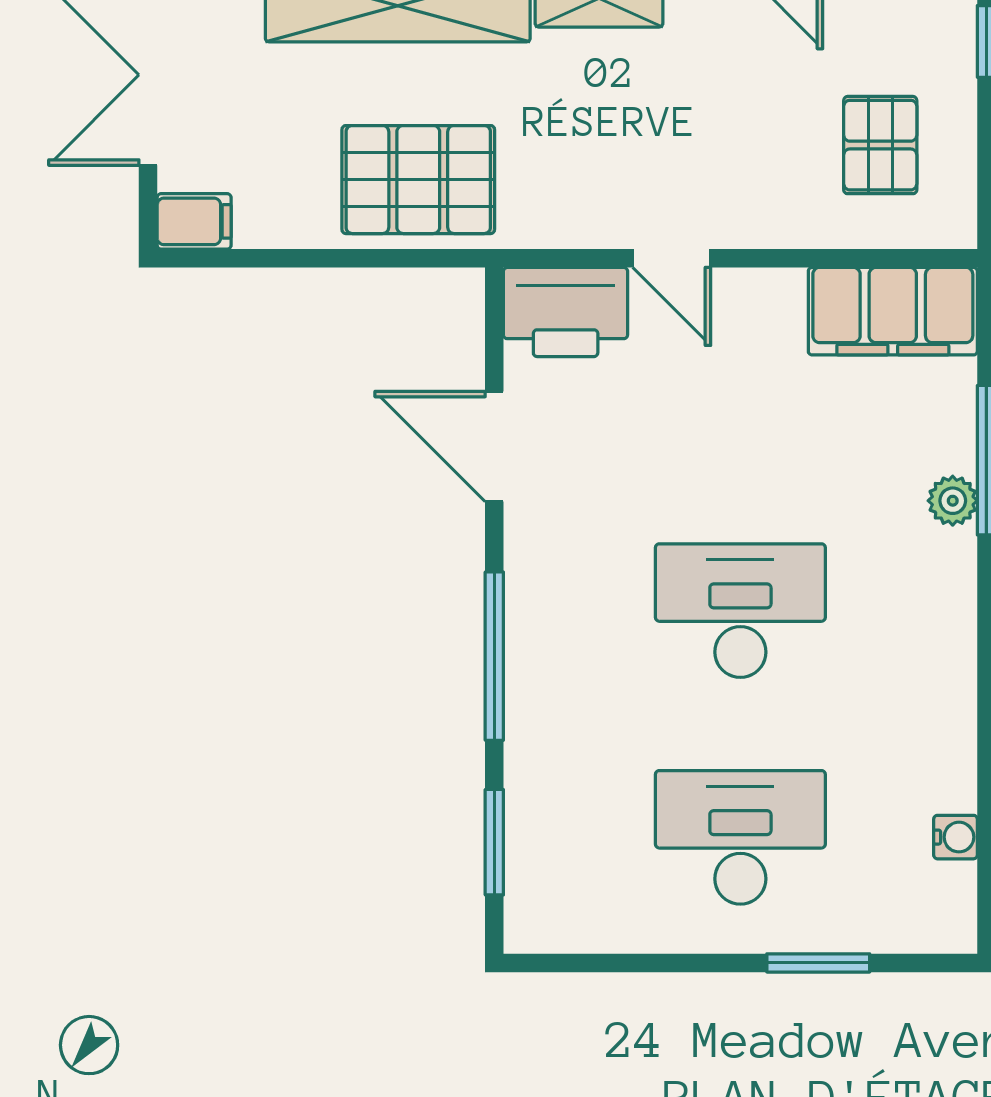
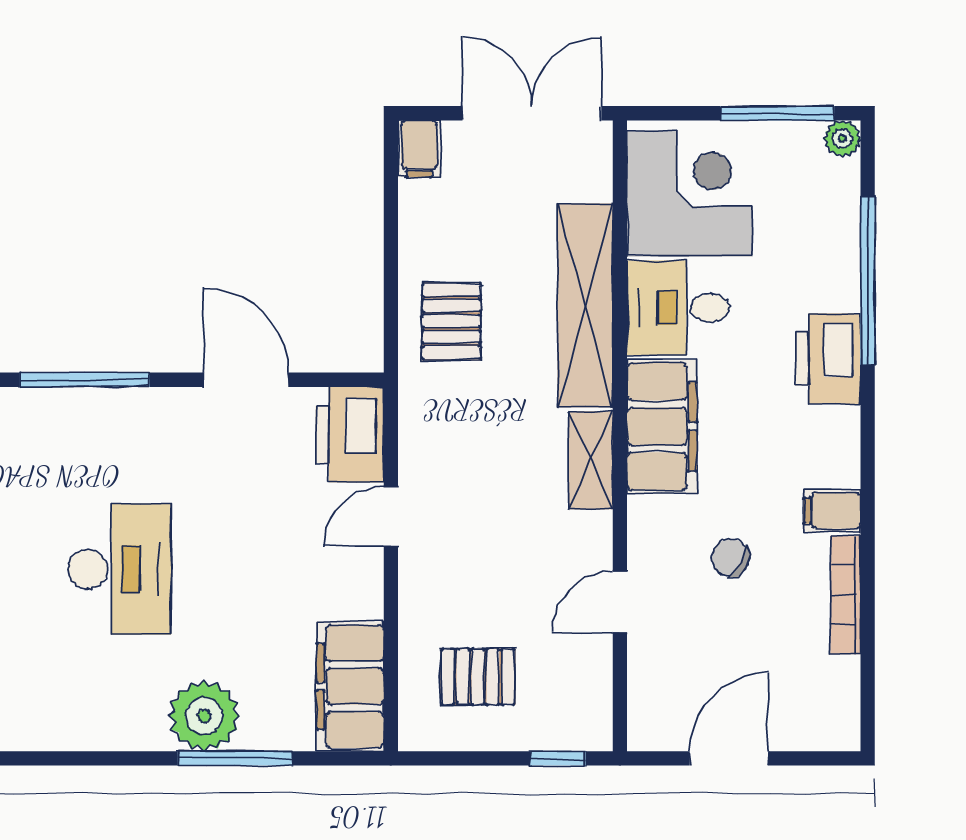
pallet: (418, 180) -> (451, 321), width x0.67, depth x0.71
door: (494, 446) -> (246, 380), hinge flipped
plant: (953, 501) -> (204, 716), width x1.88, depth x1.88

